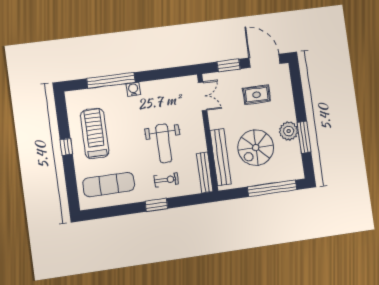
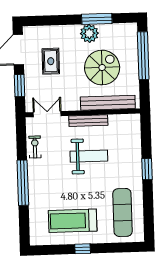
window: (111, 80) -> (23, 183), moved
water cooler: (133, 89) -> (34, 180), removed
spiral stairs: (256, 148) -> (102, 68), turned -90
bench: (205, 173) -> (88, 121), moved
exercise bike: (166, 180) -> (35, 147), moved

